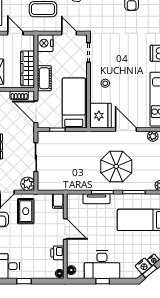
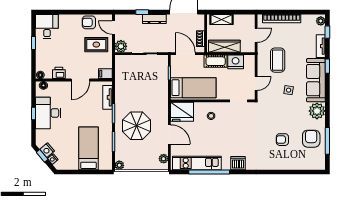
nightstand: (45, 43) -> (236, 62), moved
door: (36, 112) -> (185, 54), hinge flipped
door: (126, 130) -> (169, 134), hinge flipped
tv unit: (97, 199) -> (108, 97), moved

